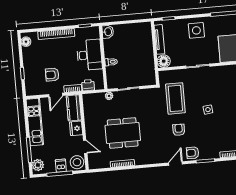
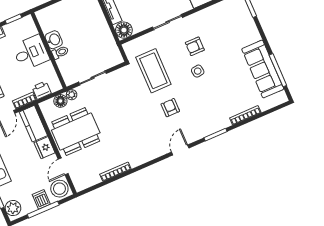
washbasin: (108, 32) -> (54, 40), moved
desk: (89, 55) -> (31, 53), width x0.73
floor lamp: (99, 98) -> (60, 101), added
dining table: (123, 133) -> (76, 132), moved
door: (85, 147) -> (63, 166), swing flipped
armchair: (193, 153) -> (195, 46), moved

